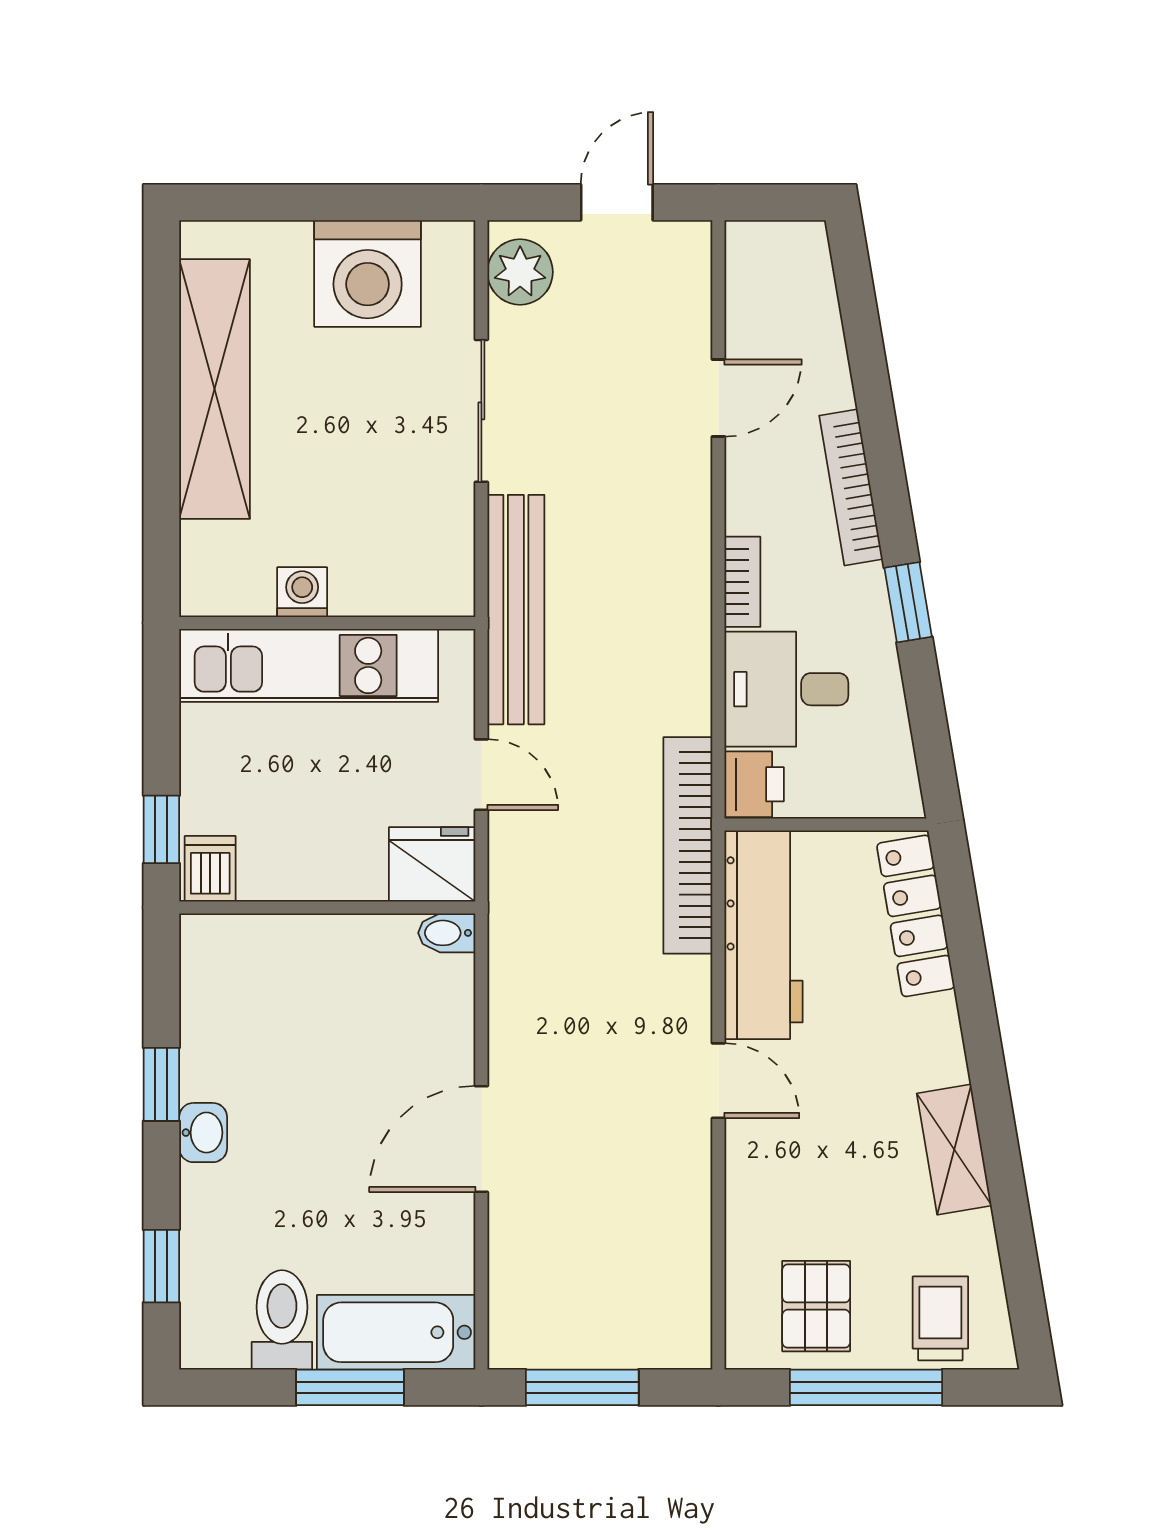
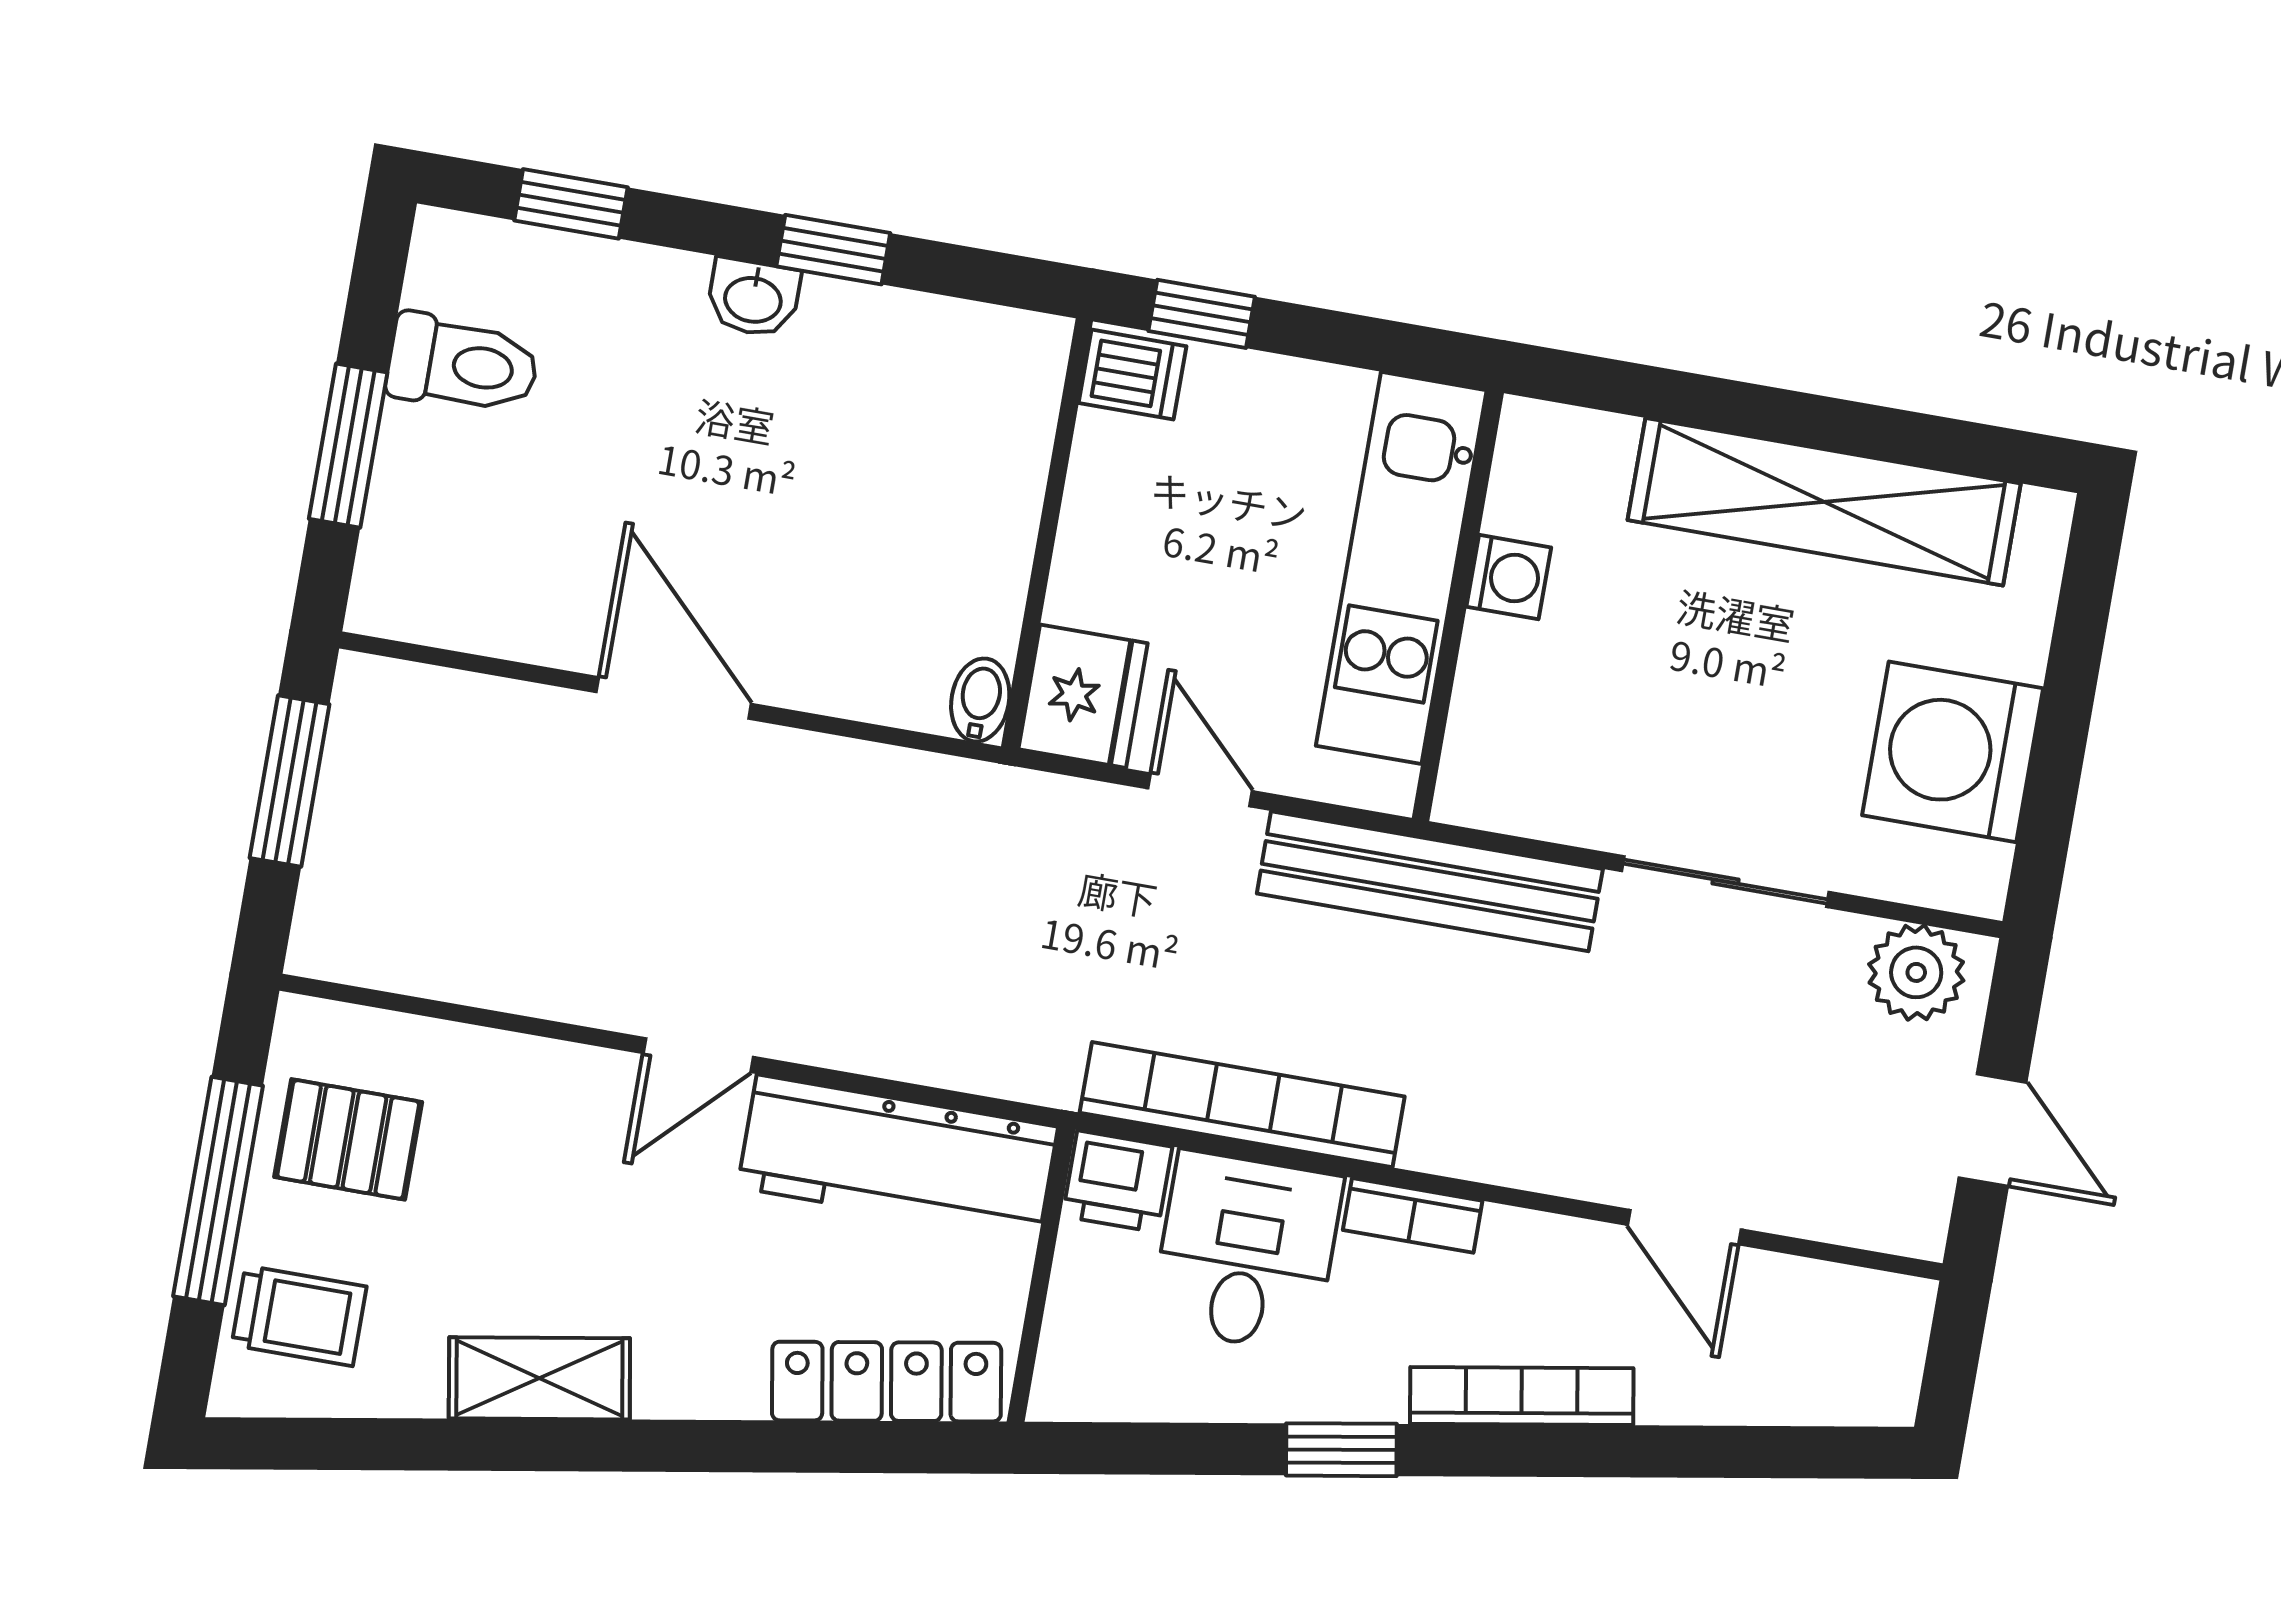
door: (481, 775) -> (1200, 790), swing flipped
bookcase: (688, 845) -> (1242, 1105), moved
bathtub: (396, 1332) -> (416, 526), removed

